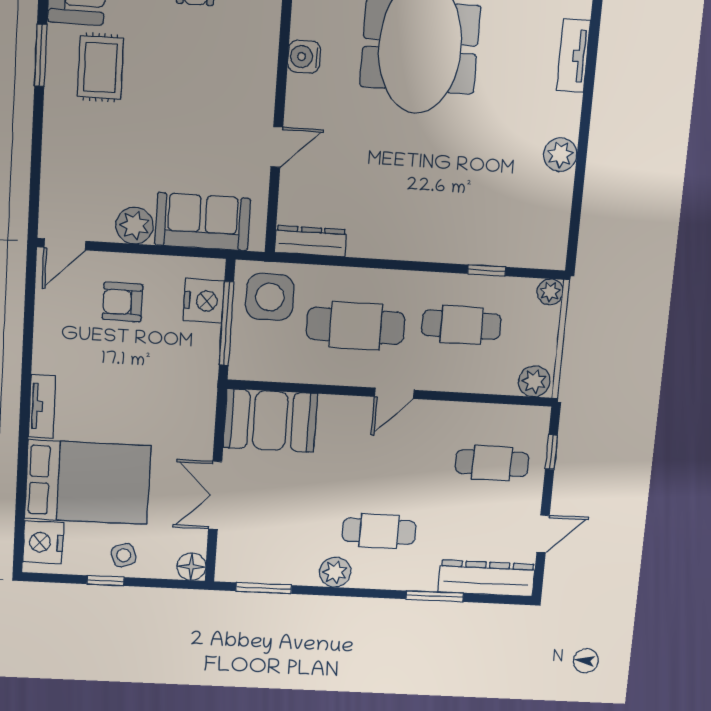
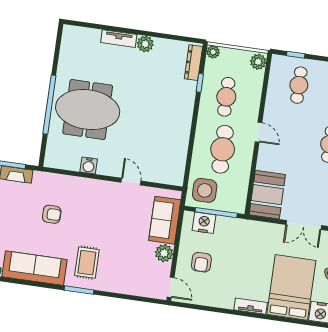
tv unit: (573, 56) -> (119, 39), moved
rug: (100, 68) -> (87, 263), turned 90
dresser: (311, 241) -> (193, 63), moved

